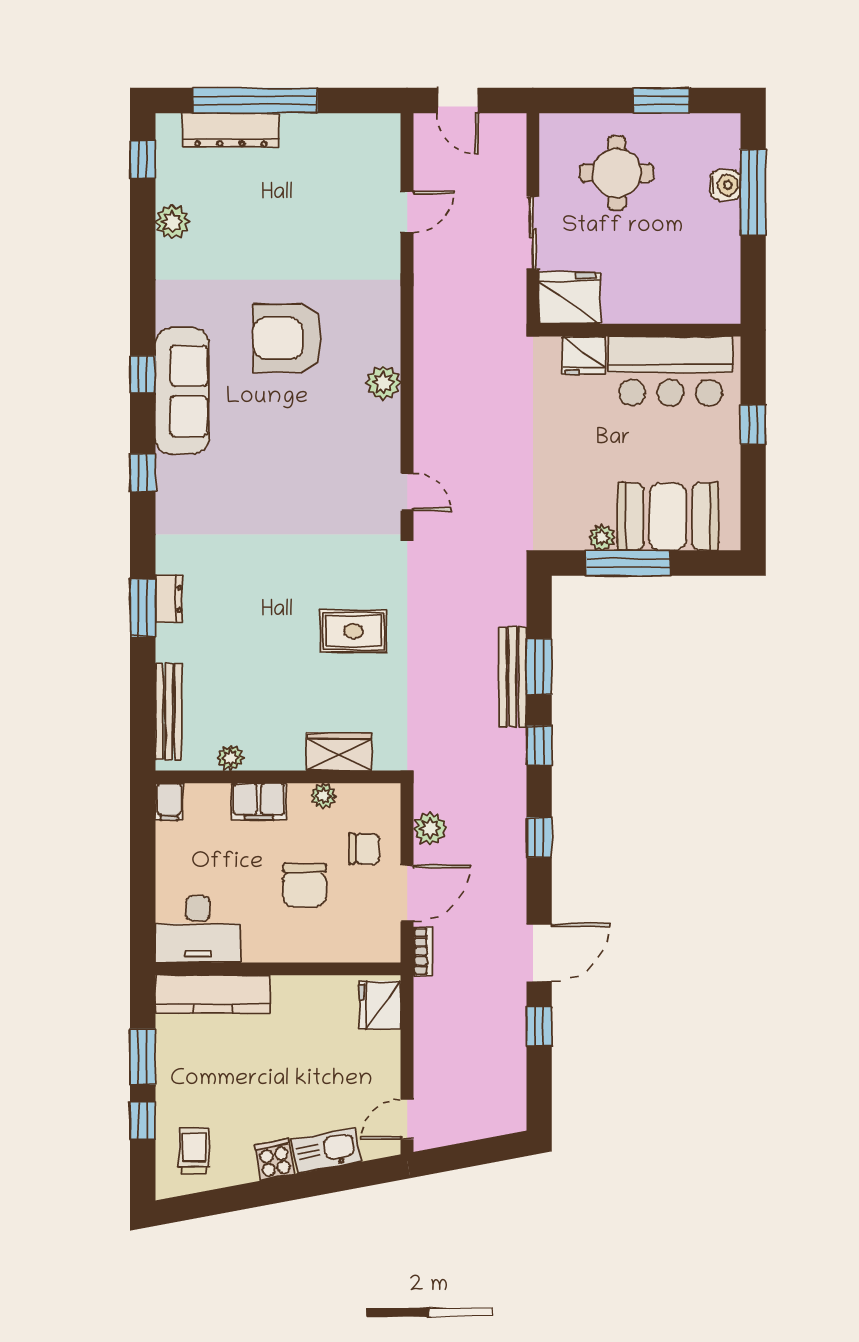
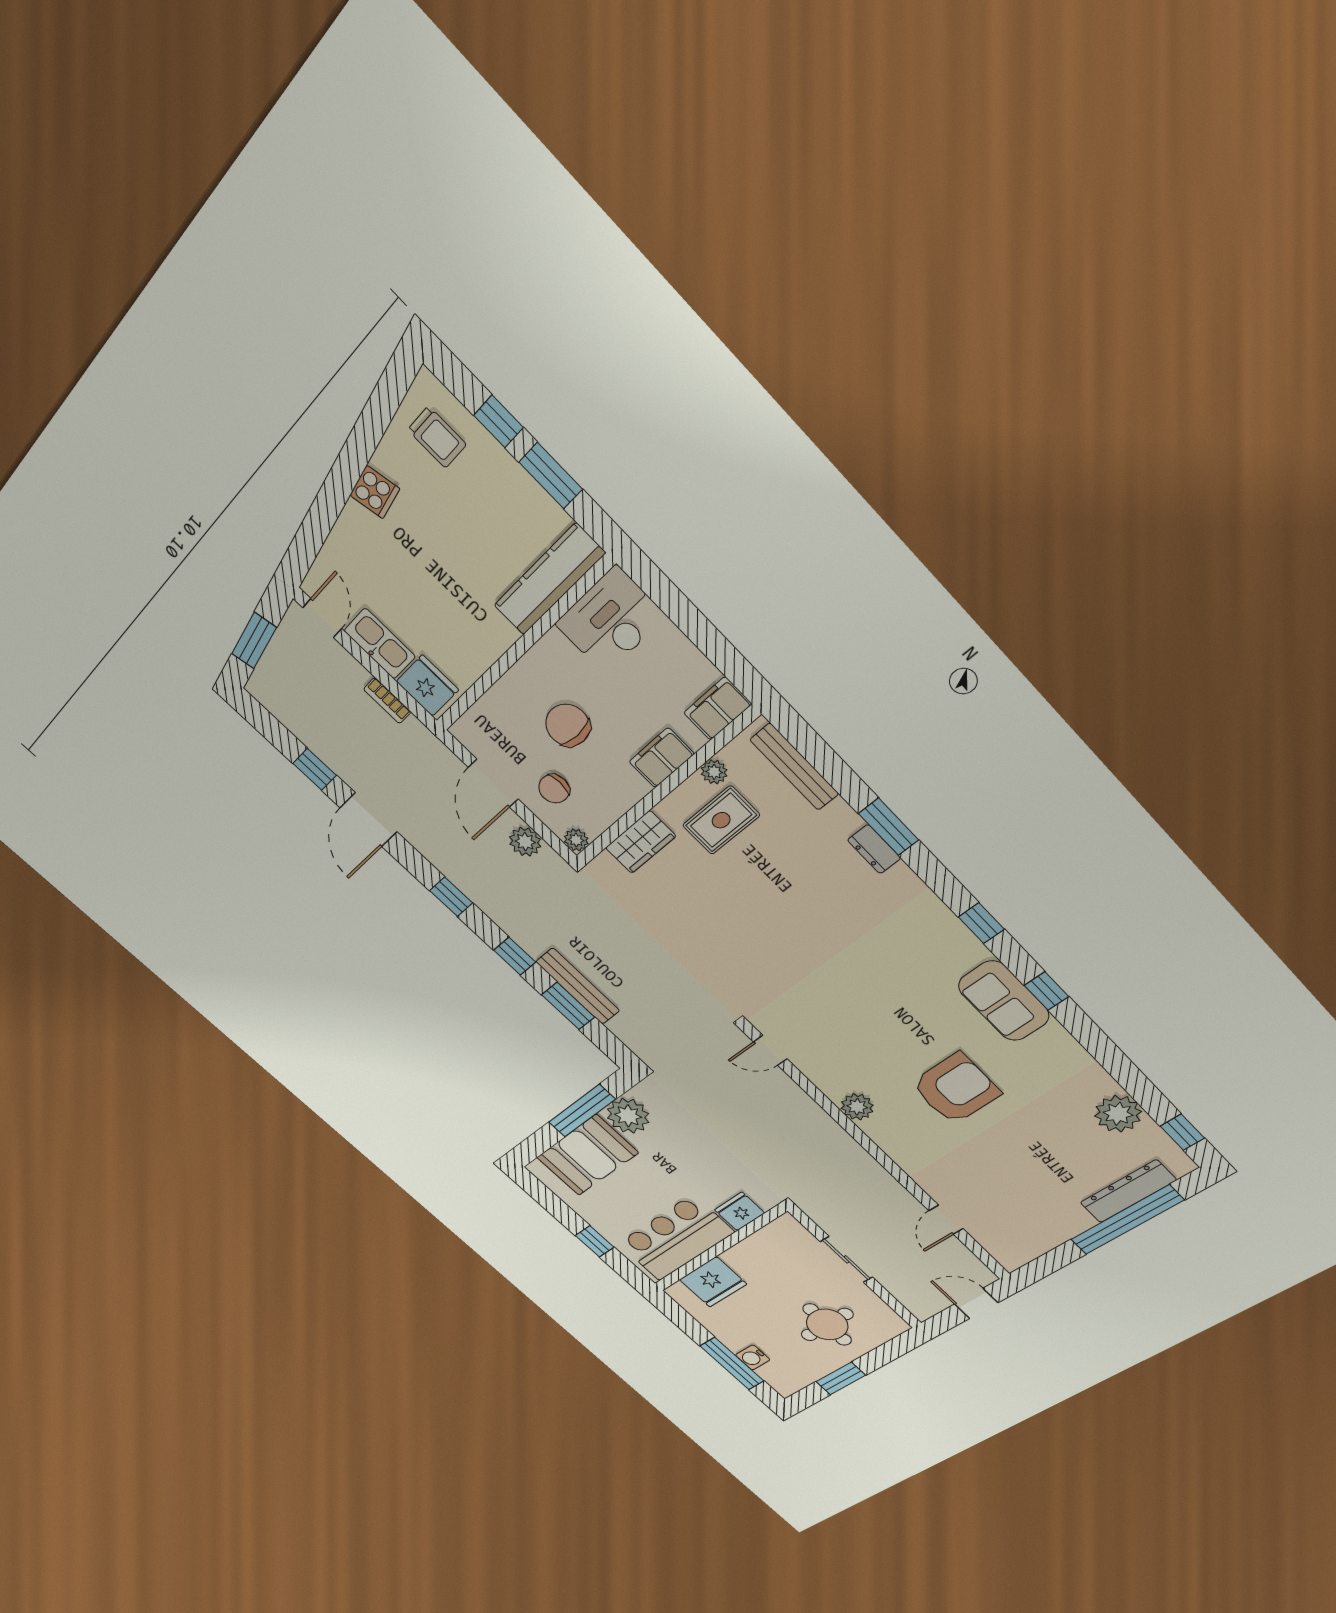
plant: (172, 222) -> (1118, 1114), width x1.36, depth x1.36
fridge: (570, 298) -> (713, 1282), moved
sofa: (182, 391) -> (1004, 1001), width x0.73
plant: (602, 537) -> (628, 1116), width x1.87, depth x1.87
rug: (354, 631) -> (721, 820), moved
plant: (323, 796) -> (576, 840), moved
filing cabinet: (169, 802) -> (718, 708), width x2.00
bookcase: (423, 951) -> (387, 701), moved
kitchen sink: (326, 1151) -> (380, 644), moved, turned -79
window: (478, 1153) -> (254, 641), added

